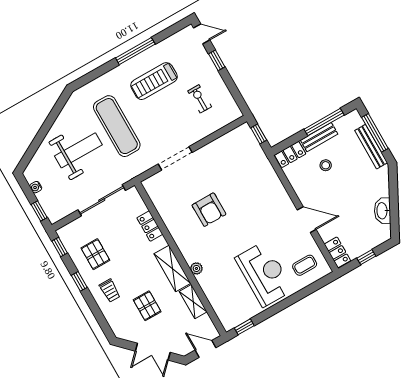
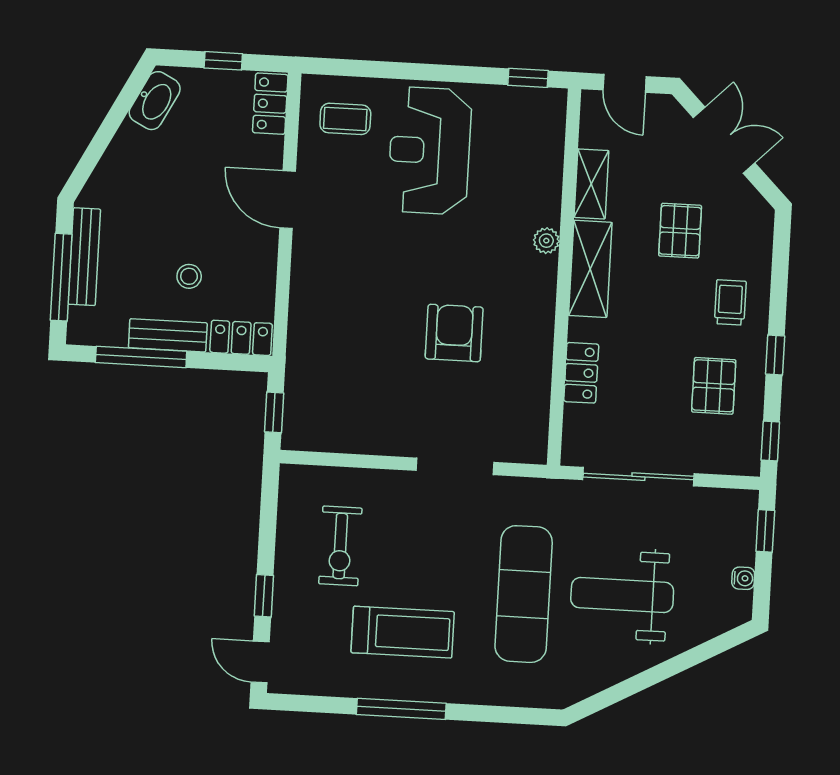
exercise bike: (200, 99) -> (340, 546), width x1.38, depth x1.39
washbasin: (382, 211) -> (155, 101), moved

